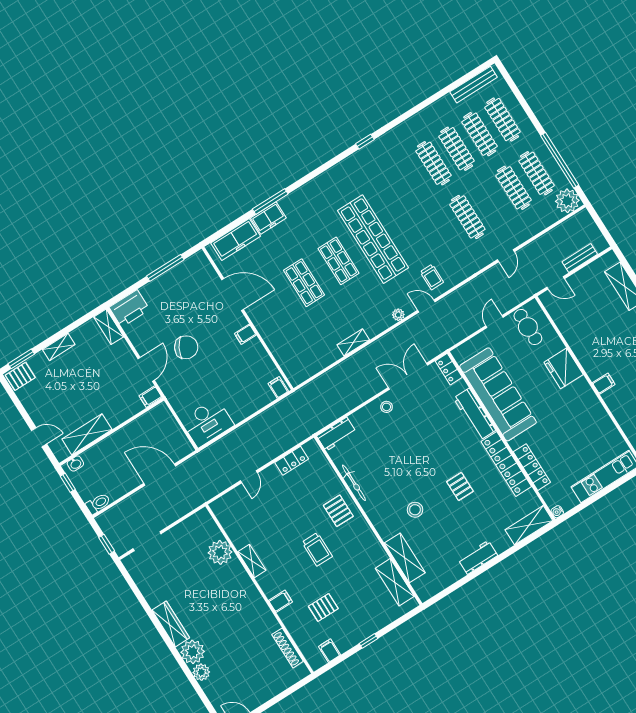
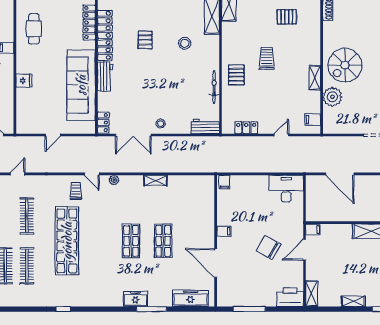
freezer: (268, 218) -> (136, 299), moved
shop shelf: (373, 239) -> (67, 241), moved
cafe table: (528, 327) -> (34, 29), moved
fridge: (564, 368) -> (24, 81), width x0.53, depth x0.75
workbench: (475, 414) -> (105, 76), width x0.73
spiral stairs: (228, 595) -> (345, 65), added
filing cabinet: (280, 601) -> (313, 120), moved

